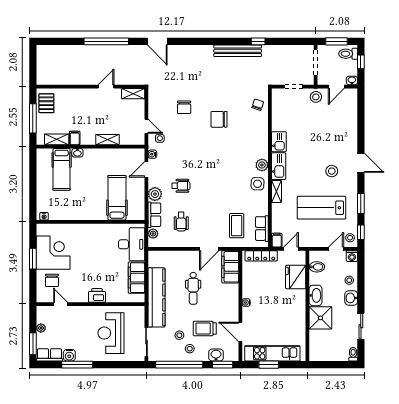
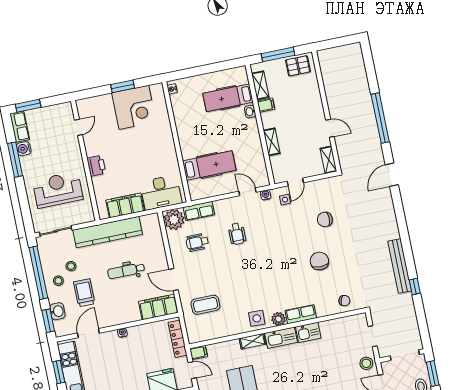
plant: (155, 194) -> (222, 207), removed
row of seats: (262, 229) -> (301, 314), moved
plant: (153, 234) -> (174, 220), width x1.88, depth x1.88
chair: (52, 280) -> (103, 112), removed
plant: (41, 328) -> (47, 111), removed

